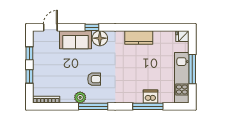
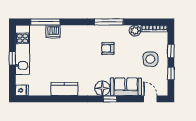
door: (50, 27) -> (150, 99), swing flipped
side table: (50, 68) -> (150, 59), added
window: (192, 69) -> (12, 58), width x0.46
plant: (80, 97) -> (135, 31), moved
window: (148, 106) -> (45, 22), moved

